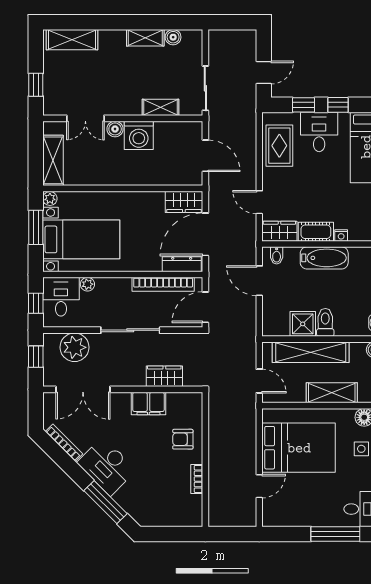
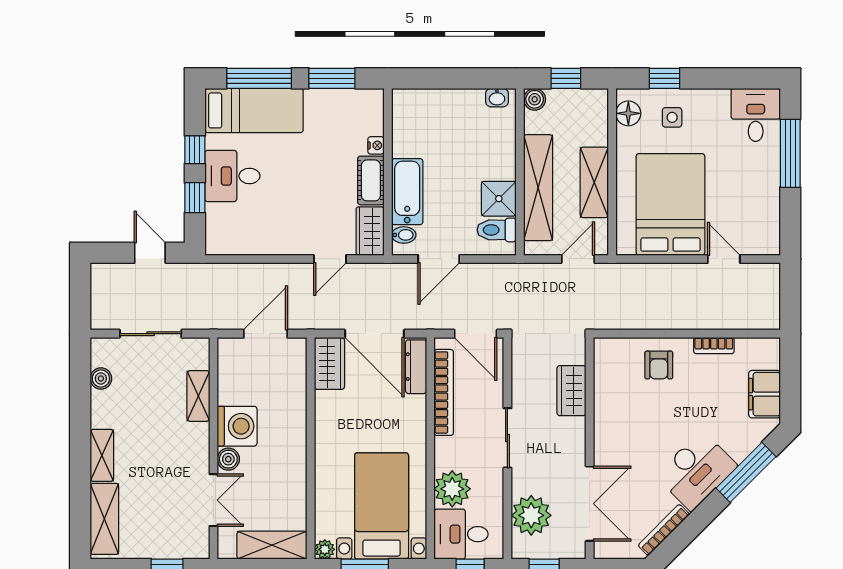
shelving: (145, 38) -> (102, 455), moved
sliding door: (205, 88) -> (151, 334), moved
rug: (279, 146) -> (251, 231), removed
bathtub: (324, 258) -> (407, 192), moved
plant: (87, 284) -> (452, 489), width x1.87, depth x1.87
toilet: (325, 322) -> (497, 230), moved
sliding door: (130, 330) -> (507, 438), width x0.73
shelving: (332, 393) -> (594, 182), moved
filing cabinet: (148, 403) -> (765, 394), moved, turned 180

